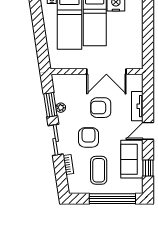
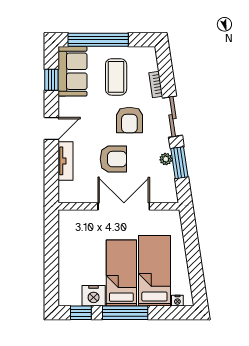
double door: (106, 72) -> (124, 206), moved
sofa: (132, 159) -> (72, 71), moved

